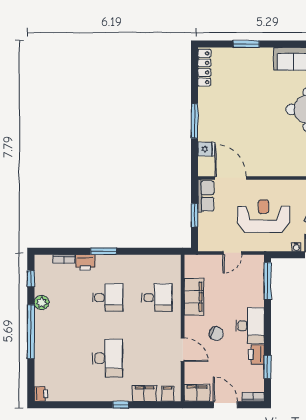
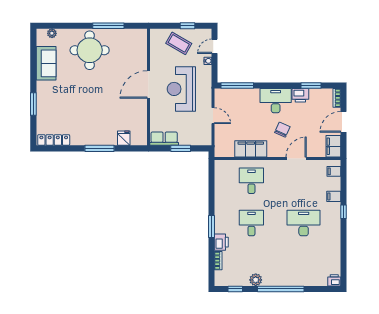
door: (231, 178) -> (149, 84), moved
filing cabinet: (145, 393) -> (334, 196), width x0.50

